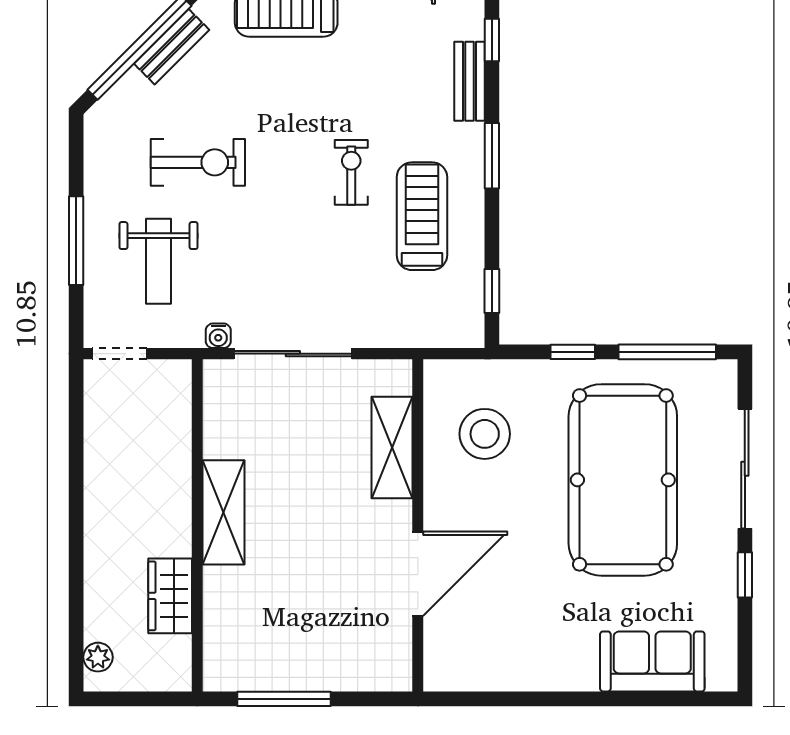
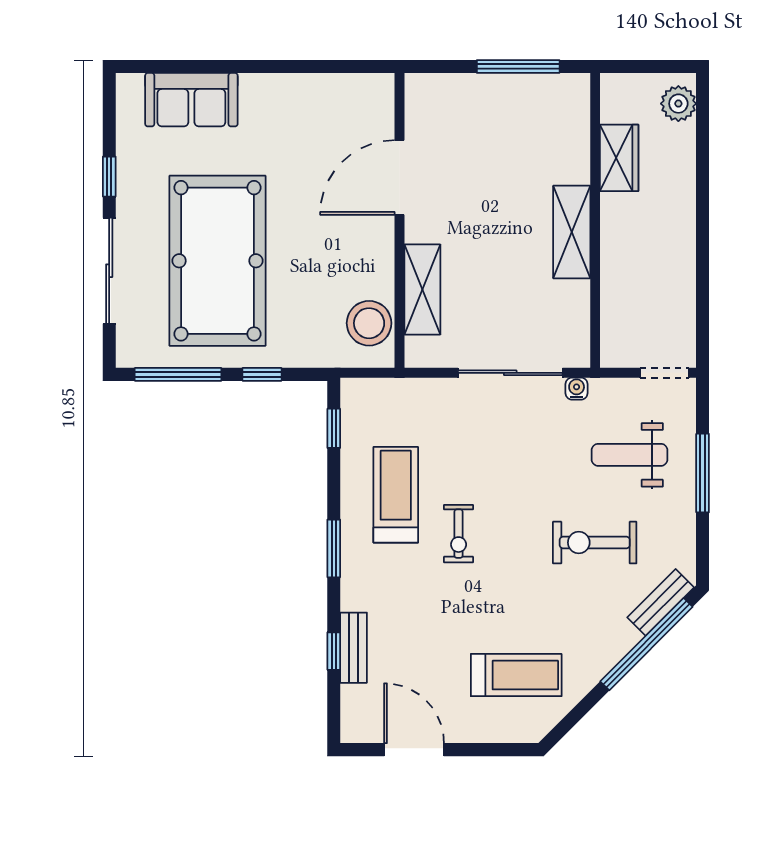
bench: (172, 47) -> (661, 602), moved
bench: (470, 81) -> (354, 648), moved
treadmill: (422, 216) -> (396, 495), turned 180
weight bench: (158, 261) -> (630, 455), turned -90
stool: (485, 434) -> (369, 323), moved
plant: (98, 657) -> (678, 104), width x1.38, depth x1.38

